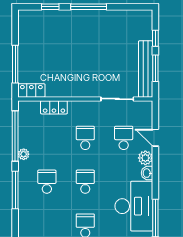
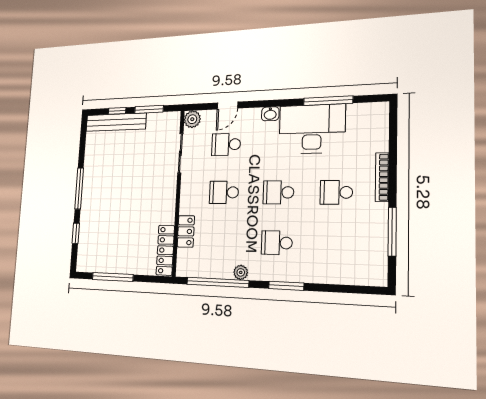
window: (15, 64) -> (113, 277), moved
bench: (146, 69) -> (116, 122), moved
locker: (31, 90) -> (165, 250), width x1.53
plant: (145, 158) -> (192, 119), moved
window: (15, 190) -> (286, 286), width x0.69

